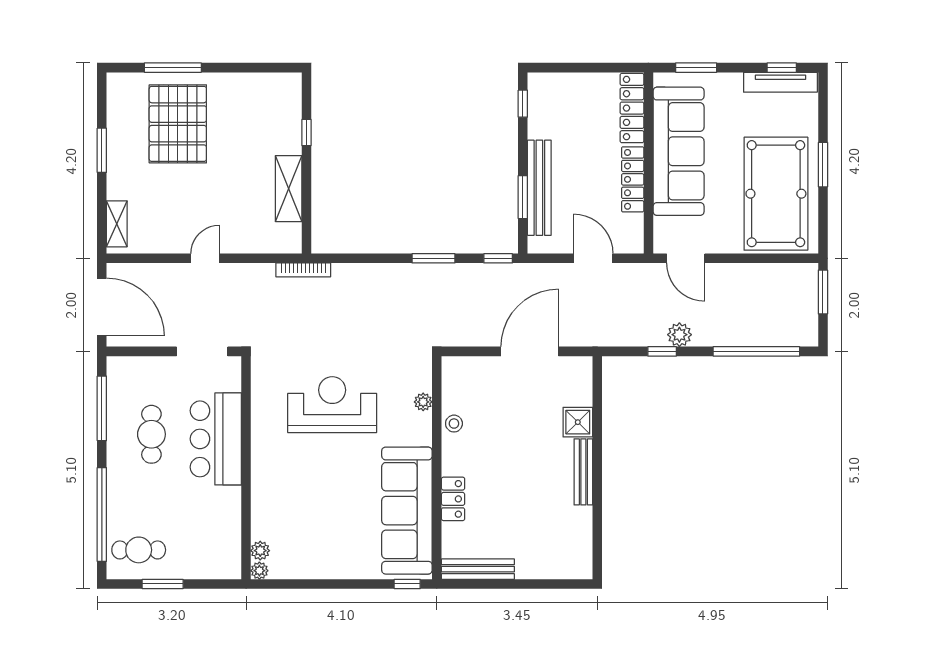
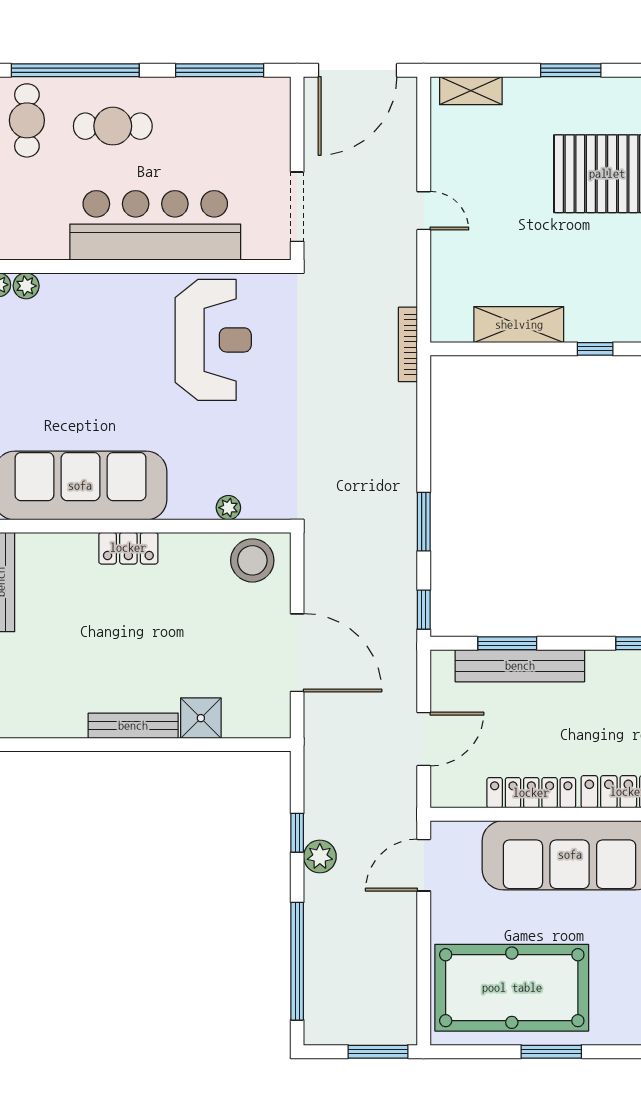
reception desk: (332, 405) -> (213, 340), moved
stool: (454, 424) -> (252, 560), moved, width x1.89, depth x1.89
cafe table: (151, 434) -> (113, 126), moved
bar counter: (216, 439) -> (155, 225), width x1.36
locker: (453, 499) -> (128, 548), moved

